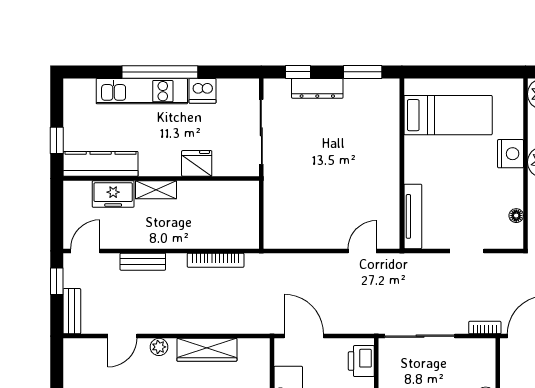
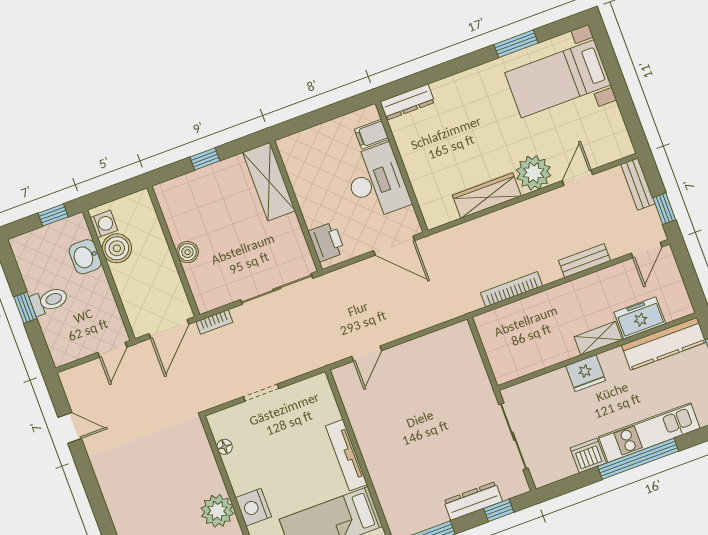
fridge: (197, 163) -> (586, 373), moved
tv unit: (413, 216) -> (346, 455), moved
plant: (159, 347) -> (534, 173), width x1.87, depth x1.87

